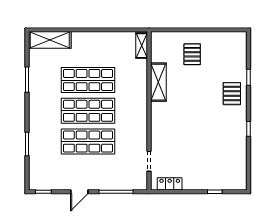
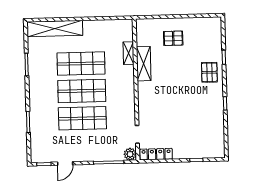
shelving: (50, 40) -> (55, 29), width x1.47
shelving: (142, 46) -> (129, 53), moved
pallet: (192, 54) -> (173, 38), turned 90
plant: (140, 183) -> (130, 154), added
locker: (170, 184) -> (156, 154), width x1.53
door: (79, 192) -> (65, 163), moved

